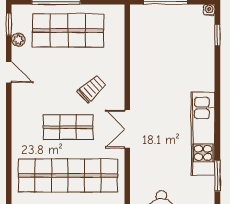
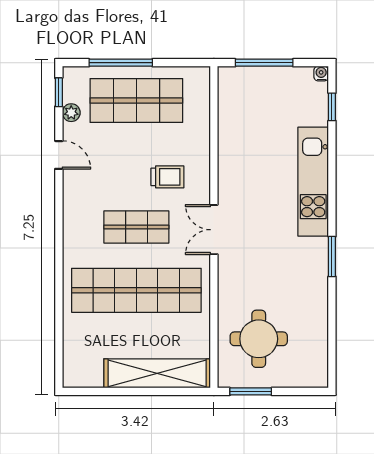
trolley: (92, 89) -> (167, 177), turned 43
kitchen unit: (203, 134) -> (313, 182), moved
window: (217, 176) -> (332, 256), moved

